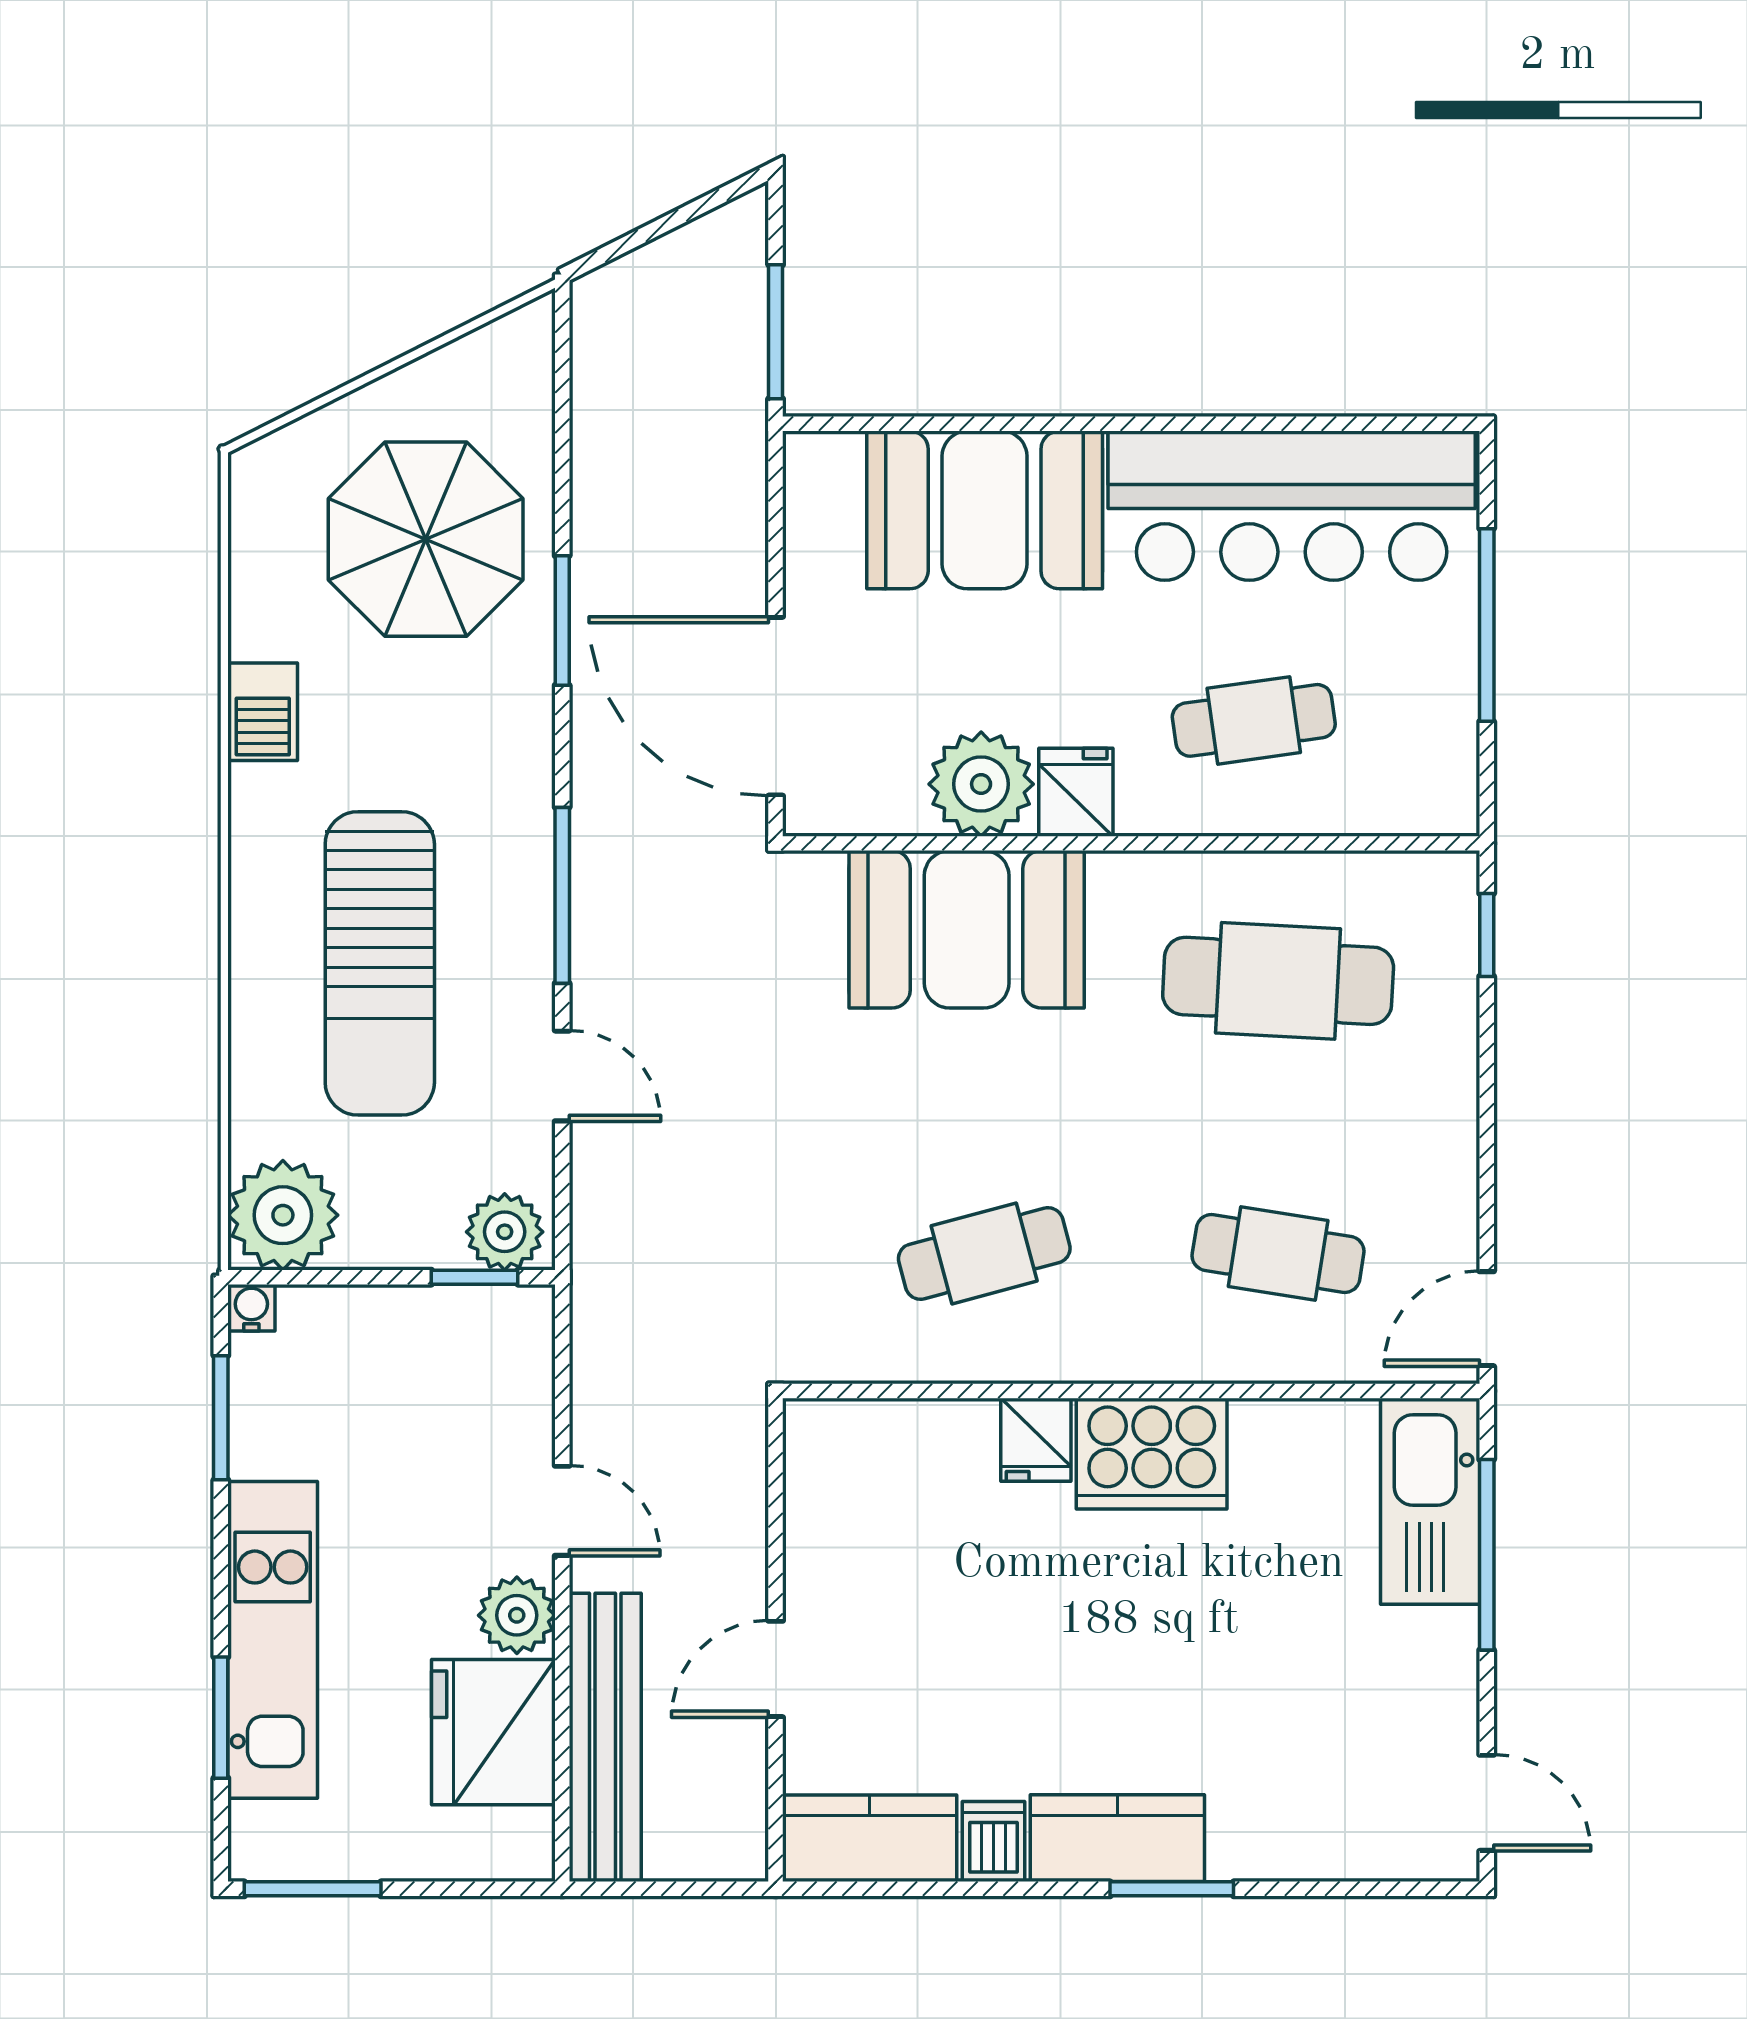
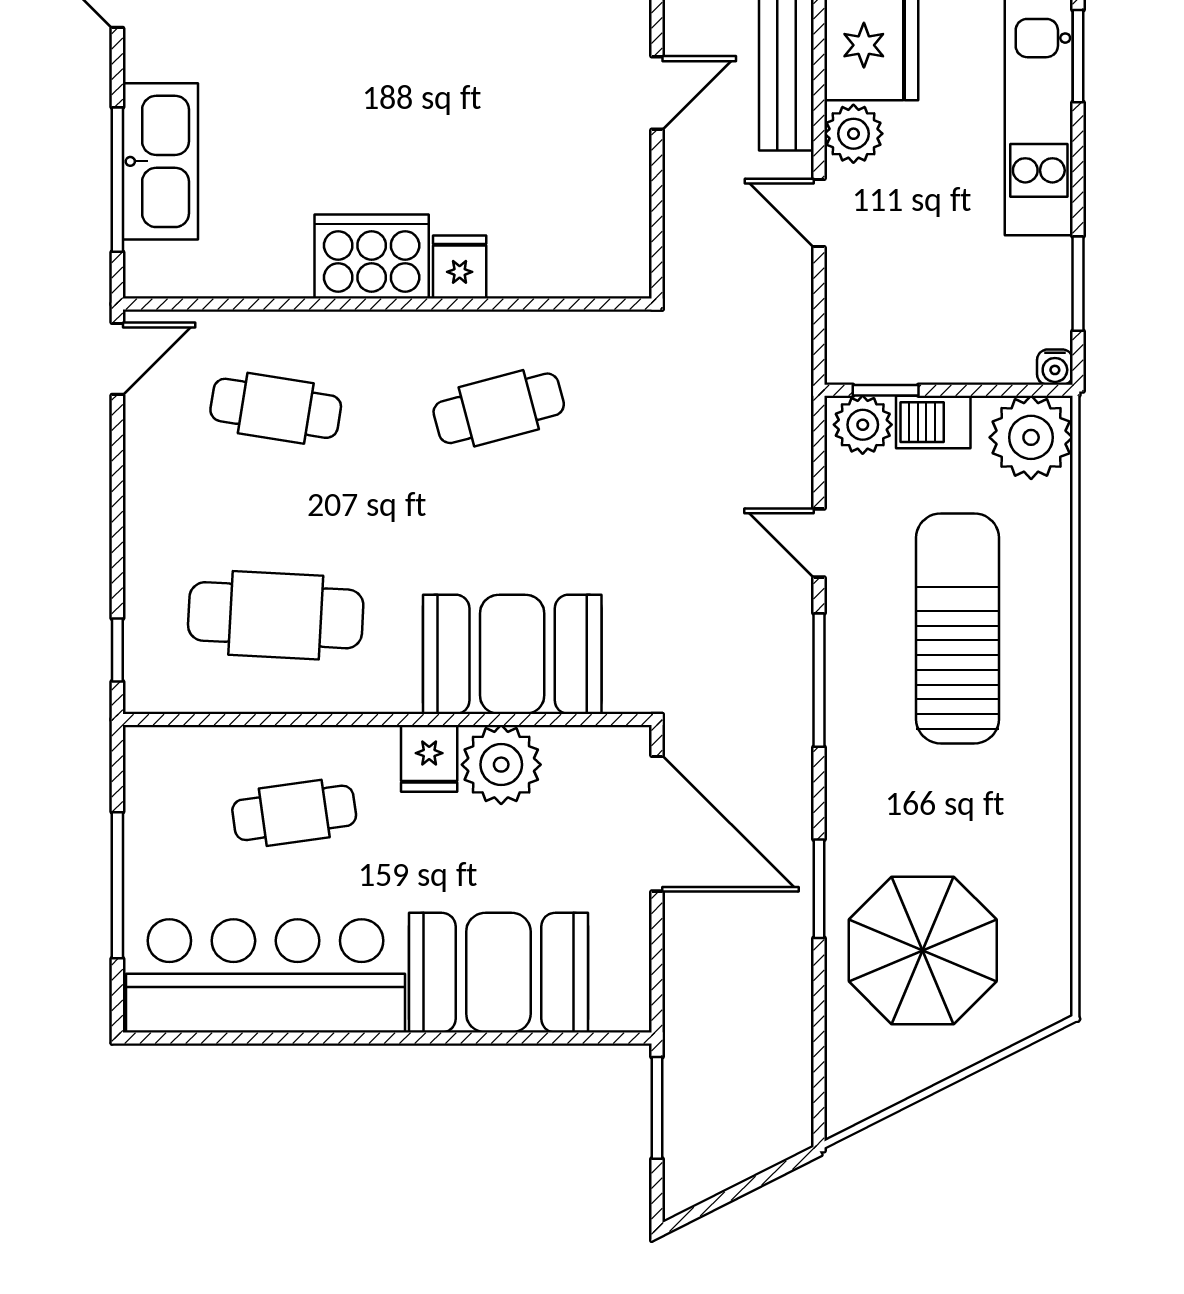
barbecue: (263, 712) -> (933, 422), moved, turned -90
kitchen sink: (1430, 1501) -> (160, 161), moved

